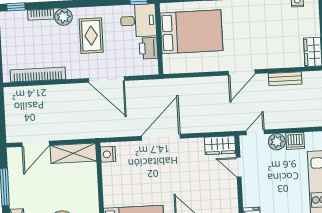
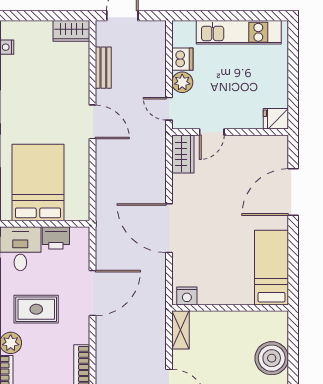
shelving: (73, 153) -> (180, 330), width x0.67, depth x0.75

